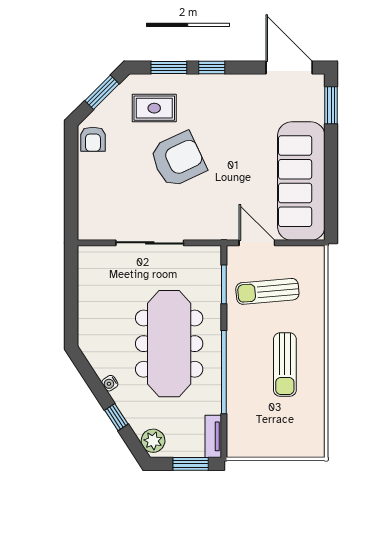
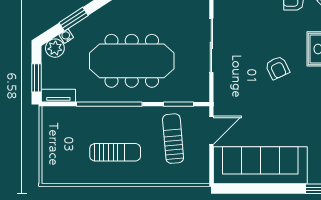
armchair: (178, 159) -> (277, 68), width x0.53, depth x0.53
sun lounger: (285, 365) -> (115, 152), turned 180
water cooler: (110, 383) -> (66, 36), moved
window: (116, 417) -> (74, 19), width x1.50

